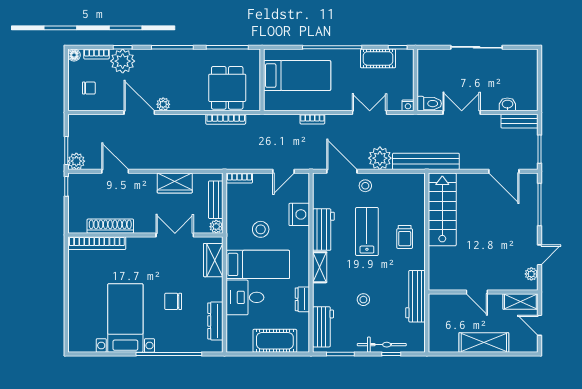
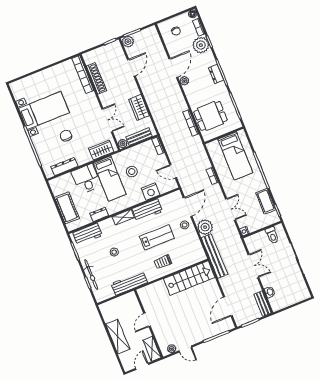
dresser: (172, 56) -> (216, 74), added
toilet: (429, 104) -> (272, 235), moved

